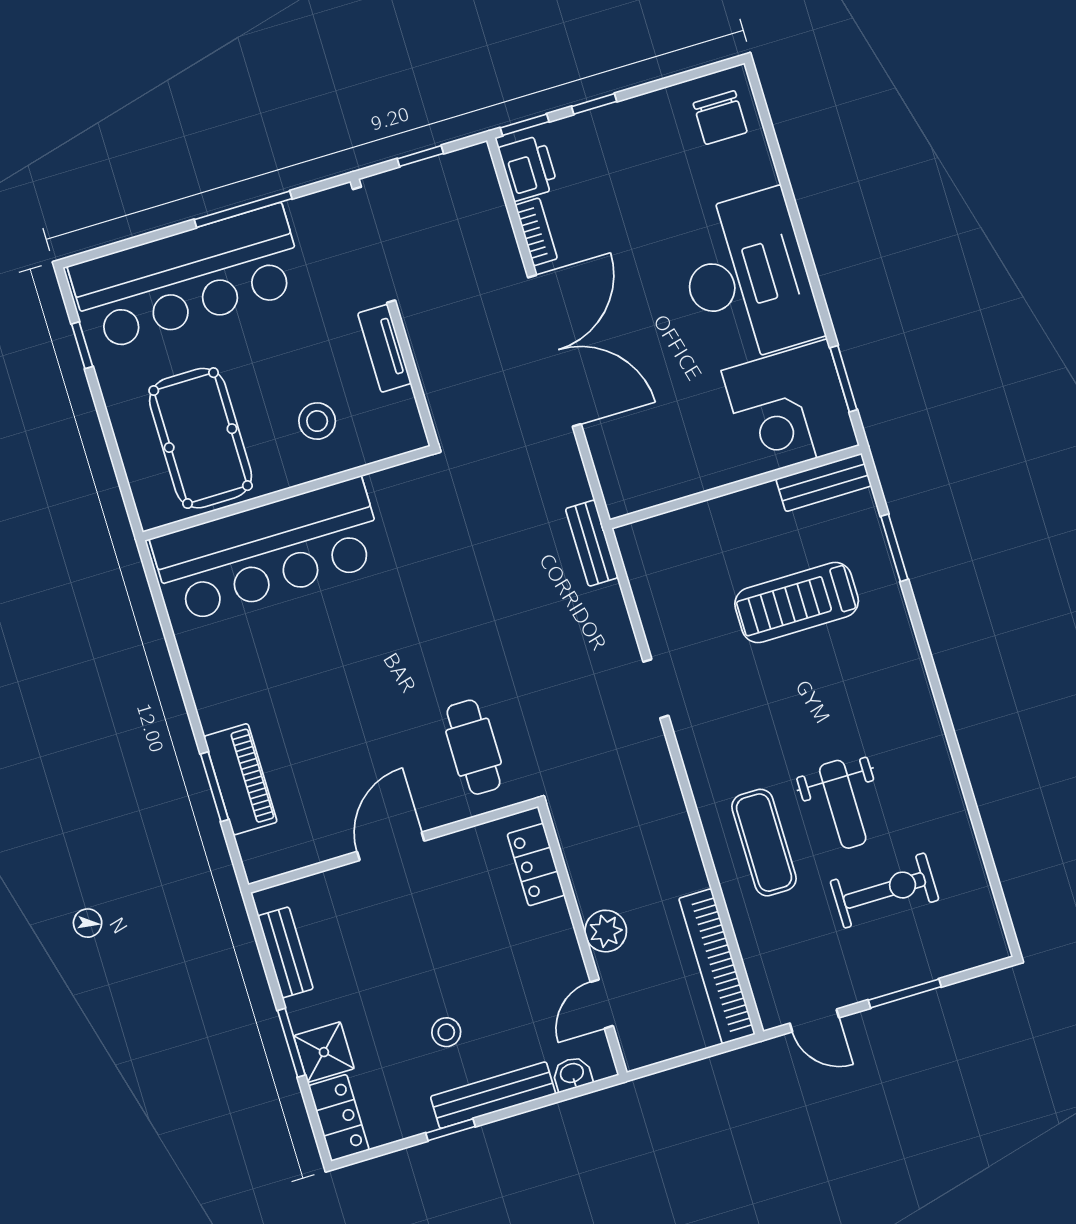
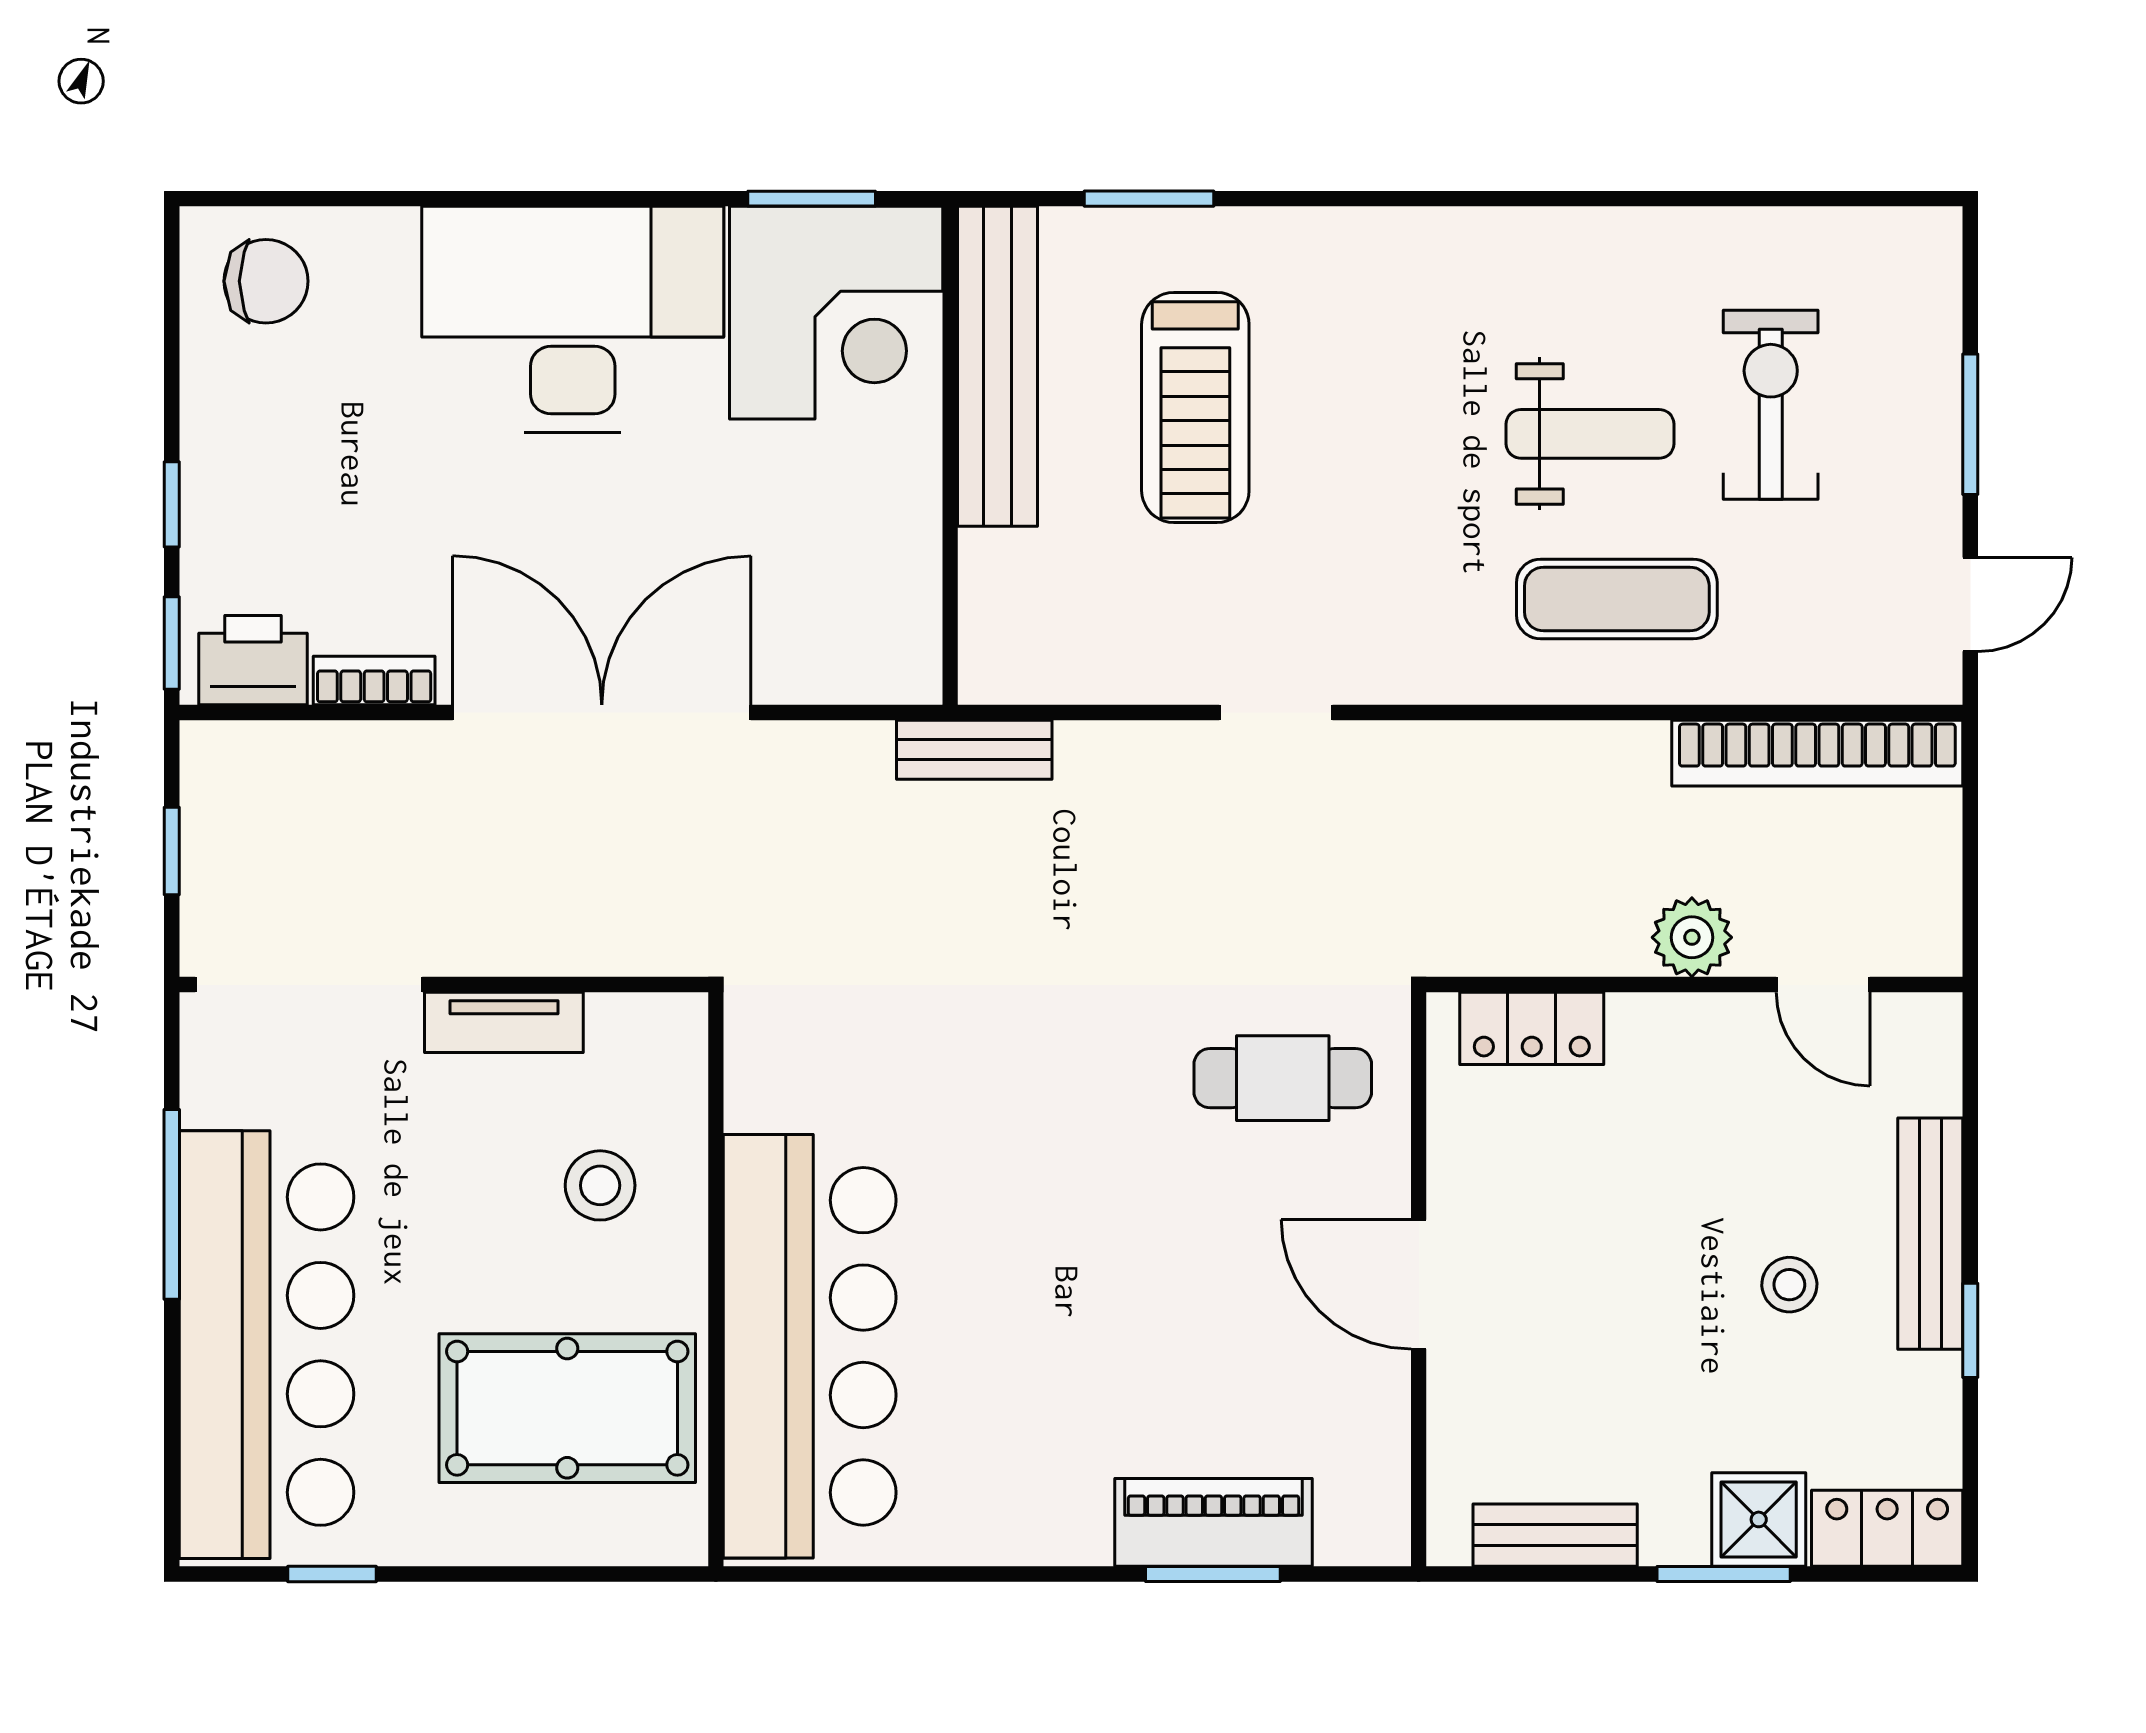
bench: (824, 482) -> (997, 366), width x1.86, depth x1.21
washbasin: (572, 1074) -> (1935, 1077), removed

